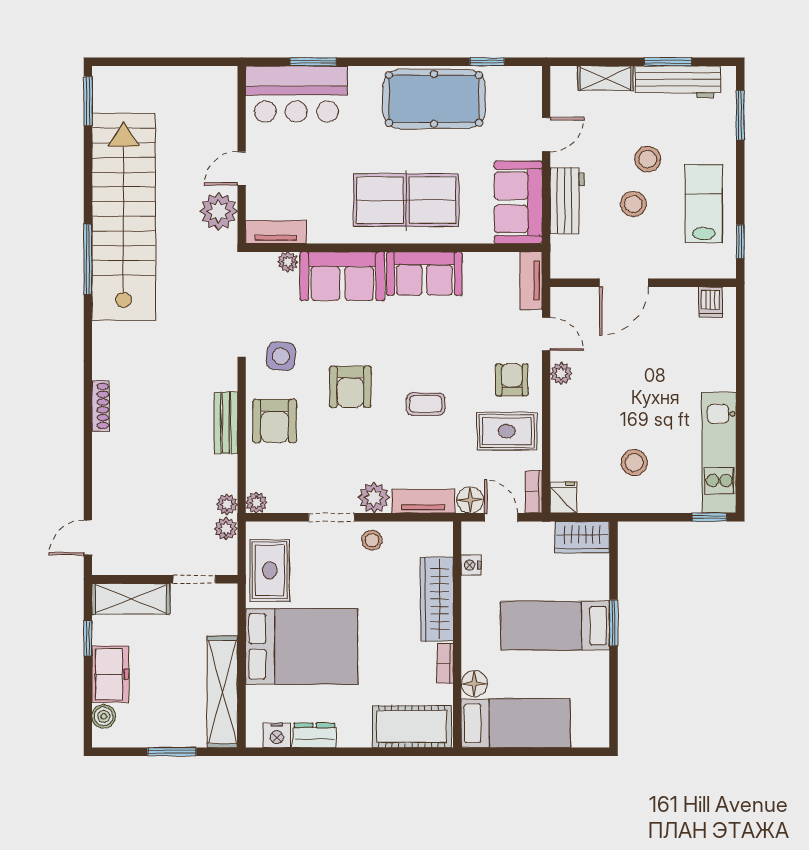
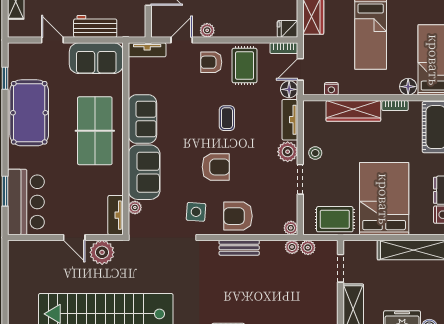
armchair: (275, 421) -> (238, 216), turned 180

